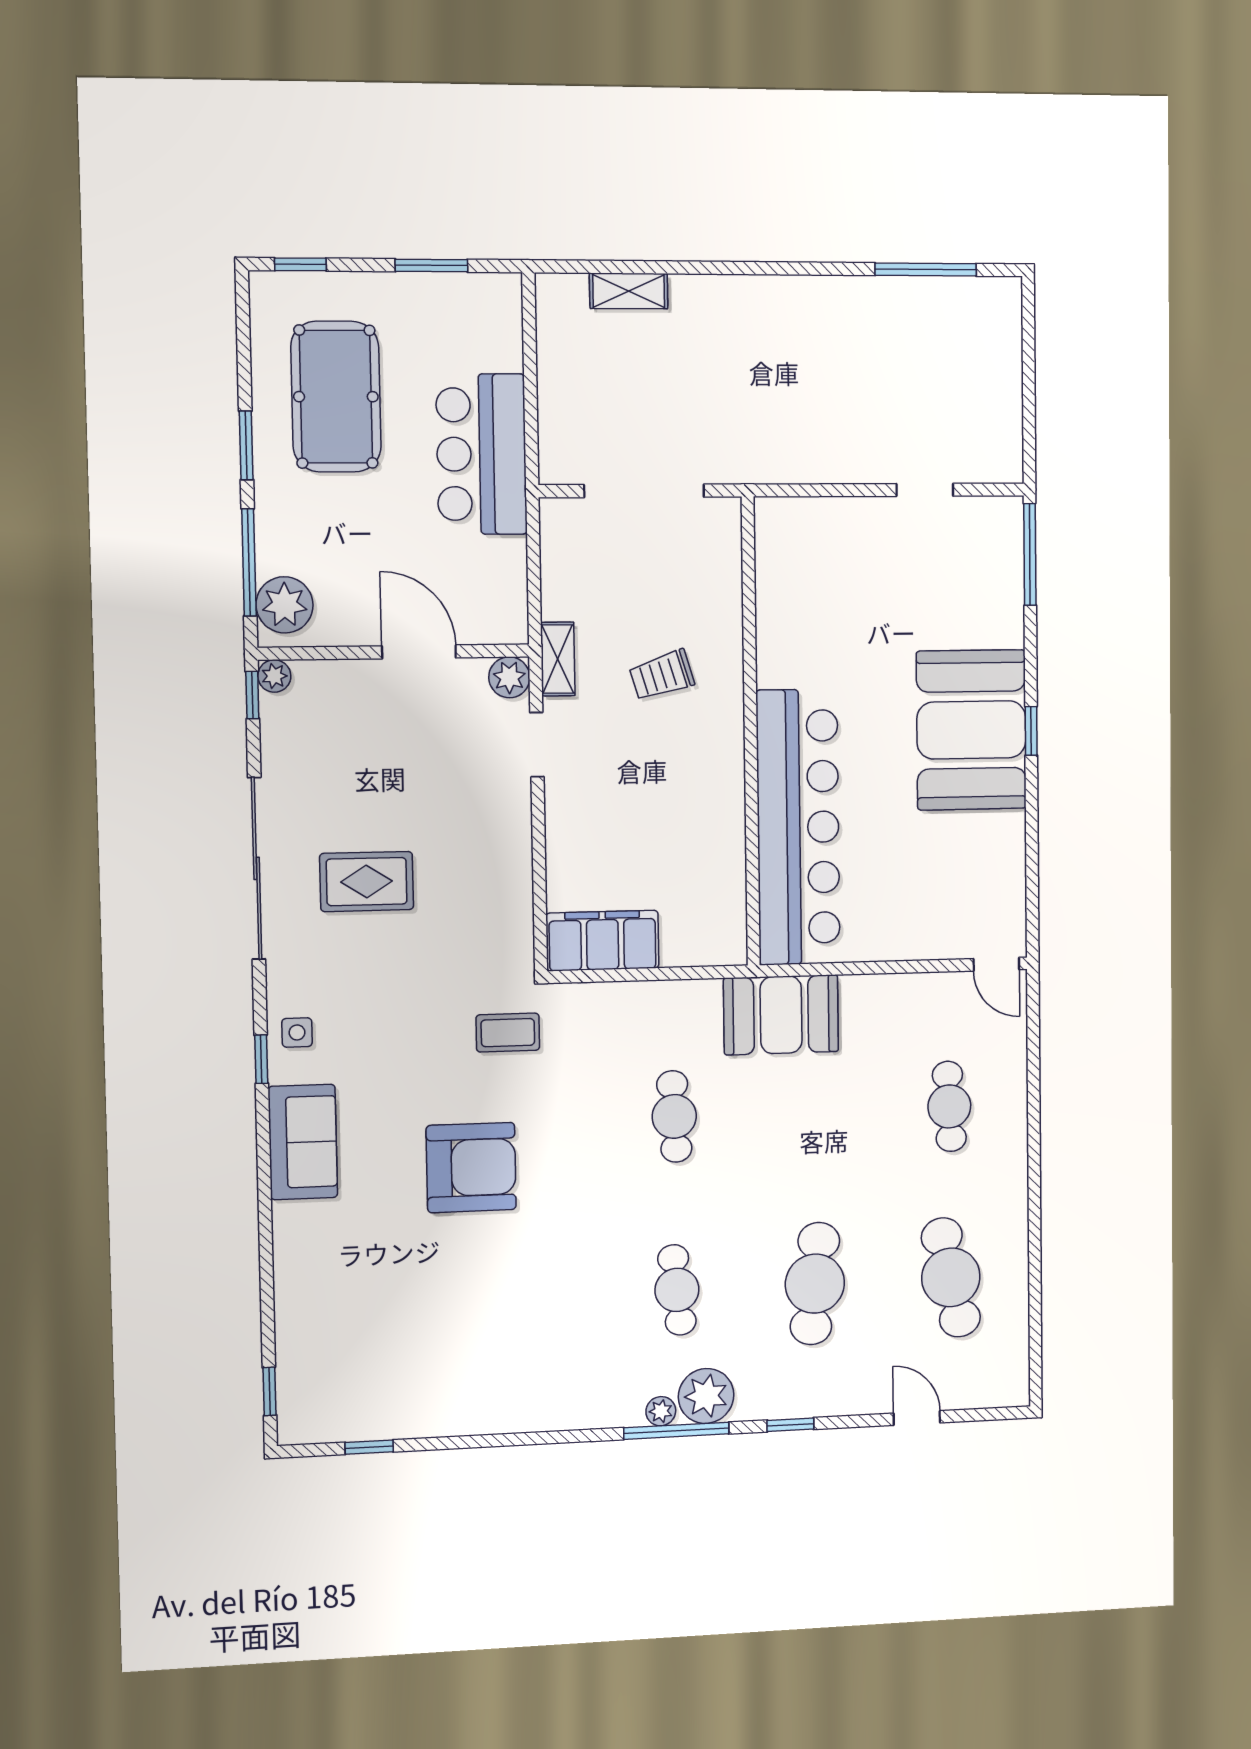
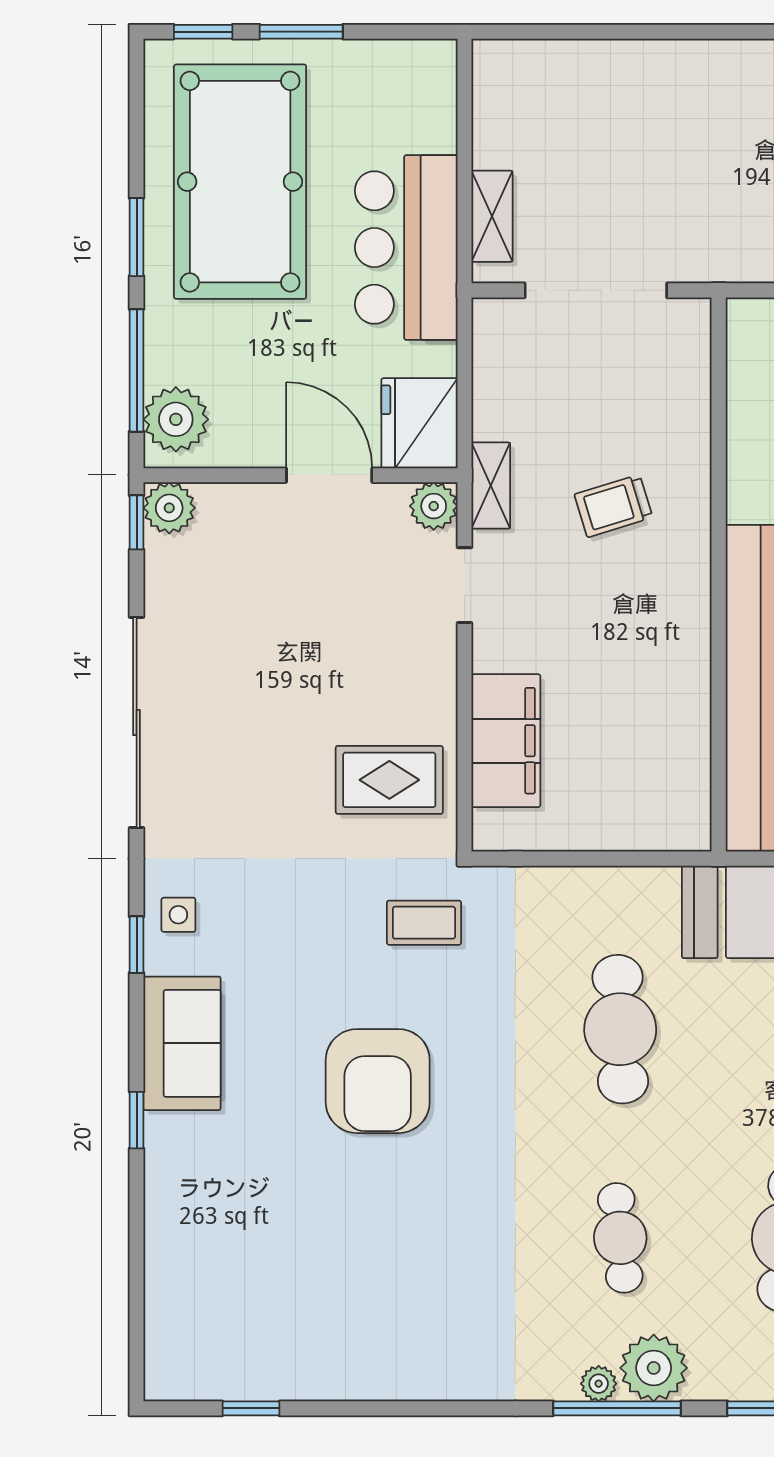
window: (431, 265) -> (301, 32), moved
shelving: (629, 291) -> (492, 216), moved, turned 90
pool table: (336, 397) -> (240, 182), width x1.36, depth x1.32
fridge: (496, 606) -> (419, 423), added
plant: (274, 676) -> (169, 508), width x1.38, depth x1.38
rug: (367, 882) -> (389, 780), moved
filing cabinet: (603, 941) -> (506, 741), moved, turned 90
cafe table: (674, 1116) -> (620, 1029), width x1.37, depth x1.35
armchair: (471, 1168) -> (378, 1081), turned 90
window: (270, 1391) -> (137, 1120), moved

